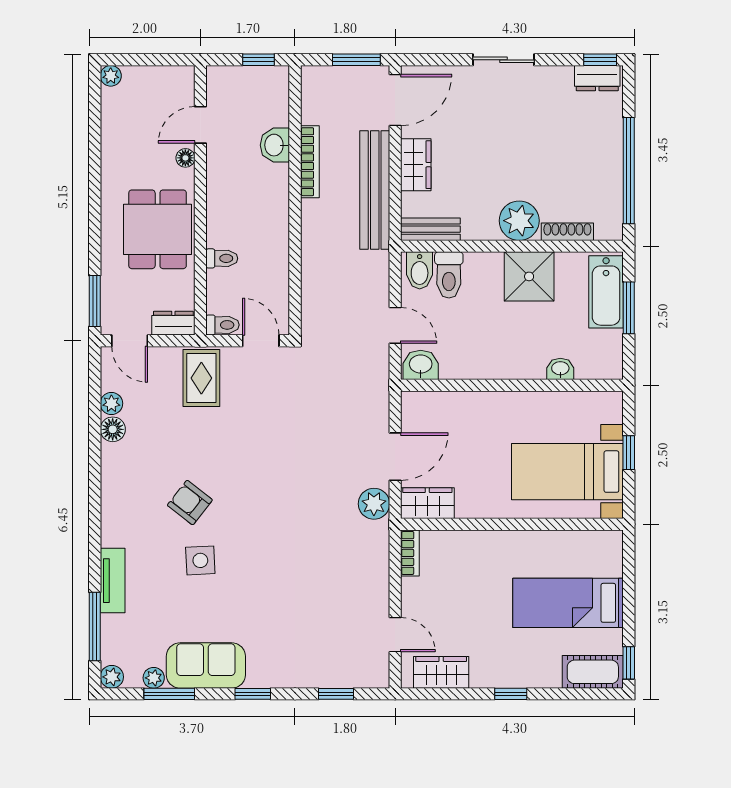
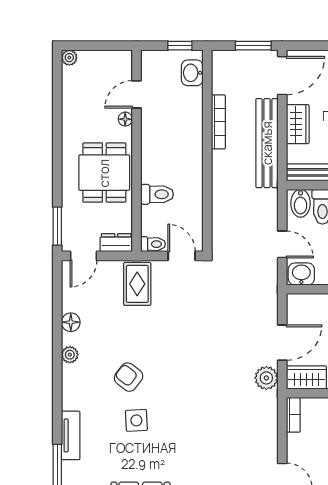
washbasin: (275, 145) -> (192, 73), moved
toilet: (222, 258) -> (157, 194), width x1.37, depth x1.39
door: (130, 341) -> (84, 256), hinge flipped
plant: (111, 403) -> (70, 355), moved

